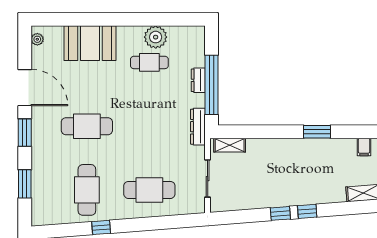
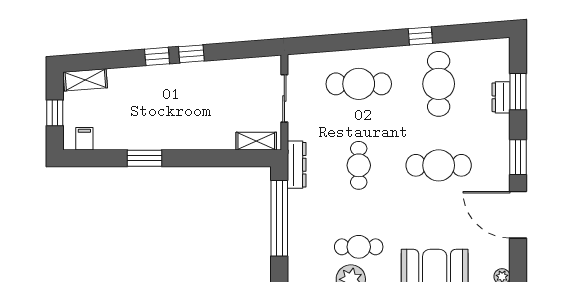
dresser: (198, 80) -> (501, 97), moved, turned 180
cafe table: (149, 126) -> (359, 165), added

